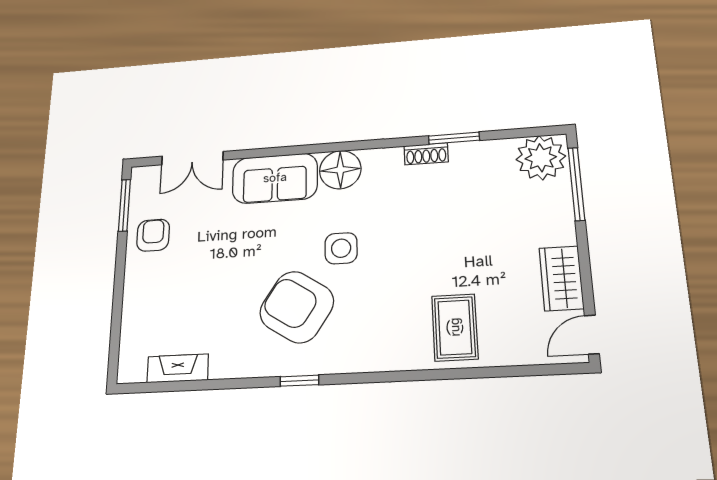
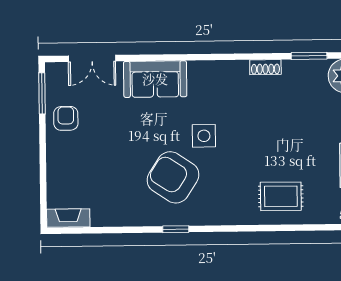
window: (454, 138) -> (309, 56), moved
floor lamp: (340, 170) -> (203, 75), removed
rug: (455, 327) -> (281, 196), turned 90
fireplace: (178, 368) -> (68, 218), moved

